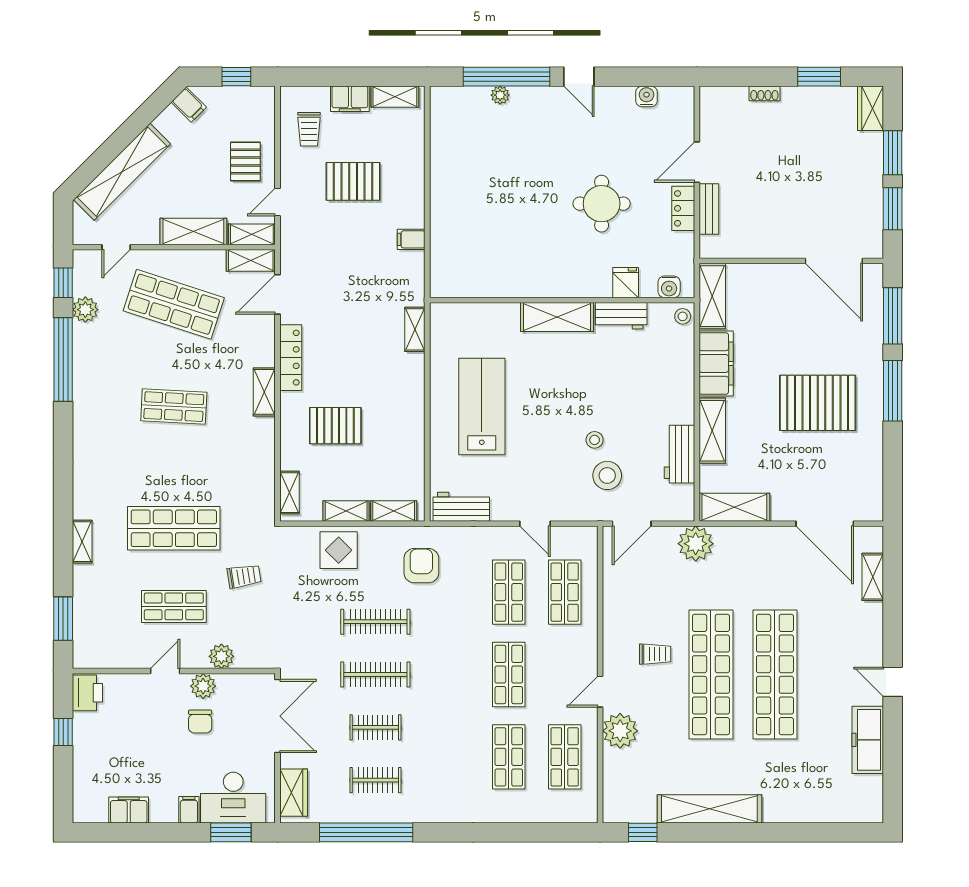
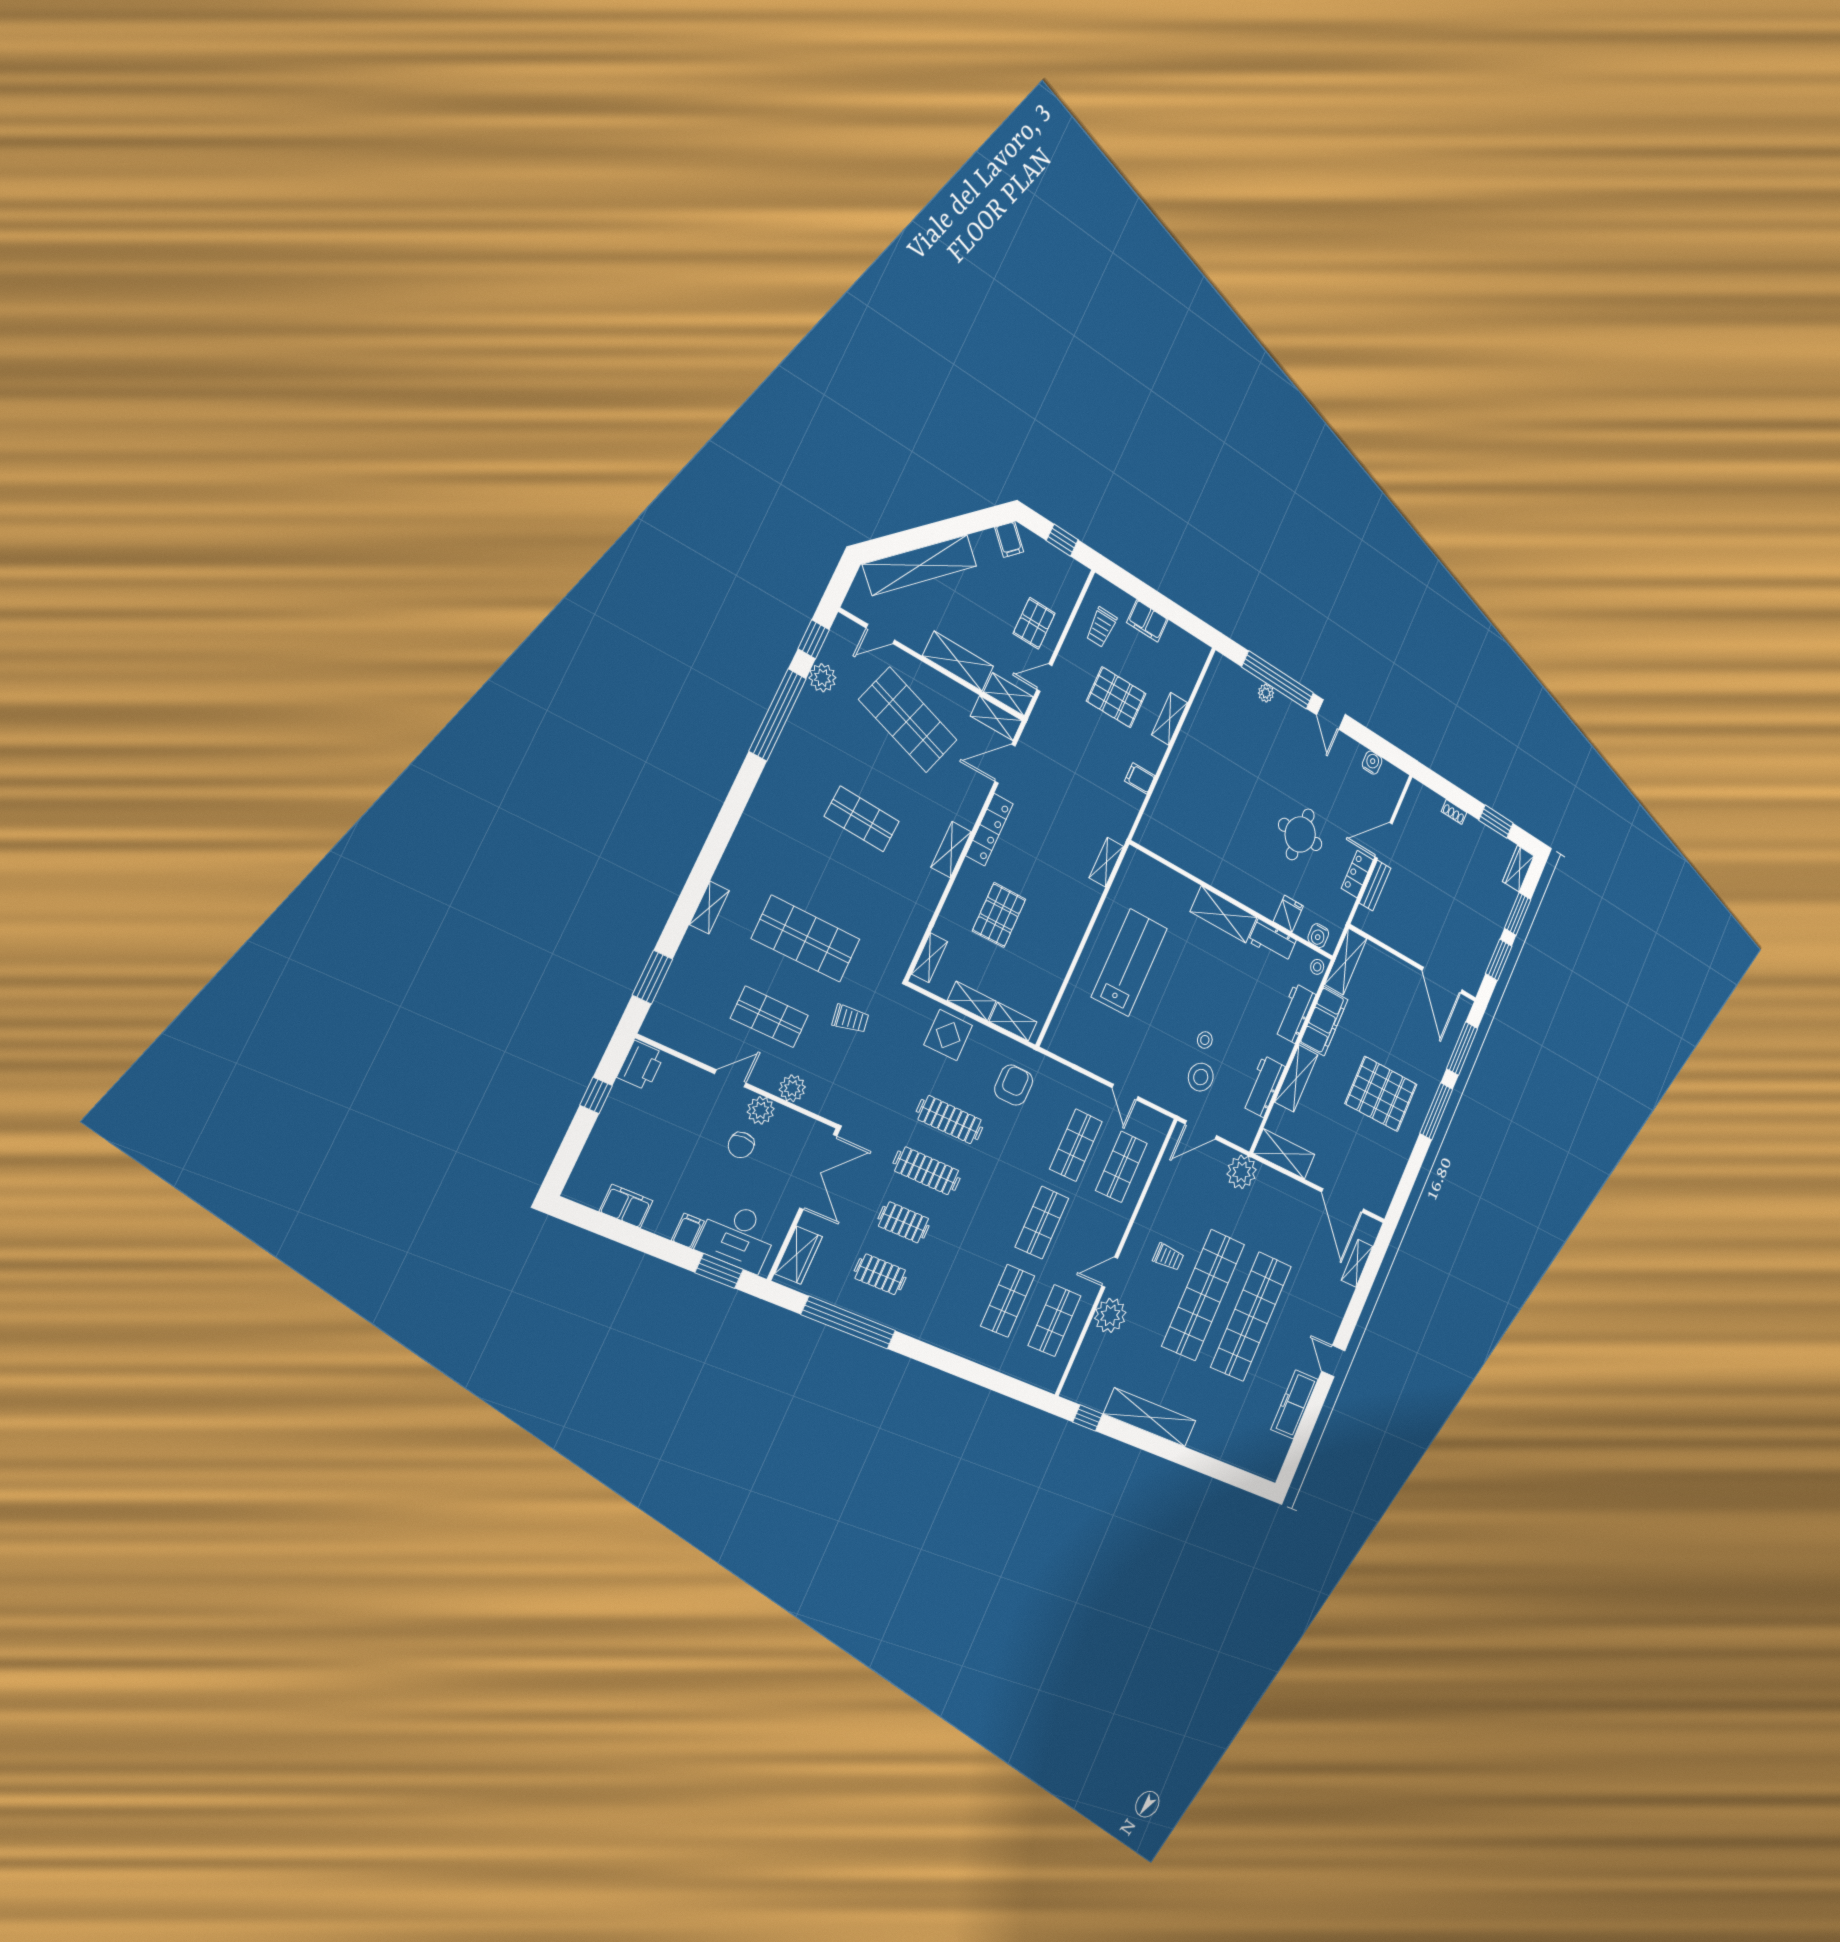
shelving: (395, 97) -> (1170, 719), moved, turned 90
pallet: (335, 426) -> (999, 915), turned 90
workbench: (461, 507) -> (1295, 1013), moved, turned -90

